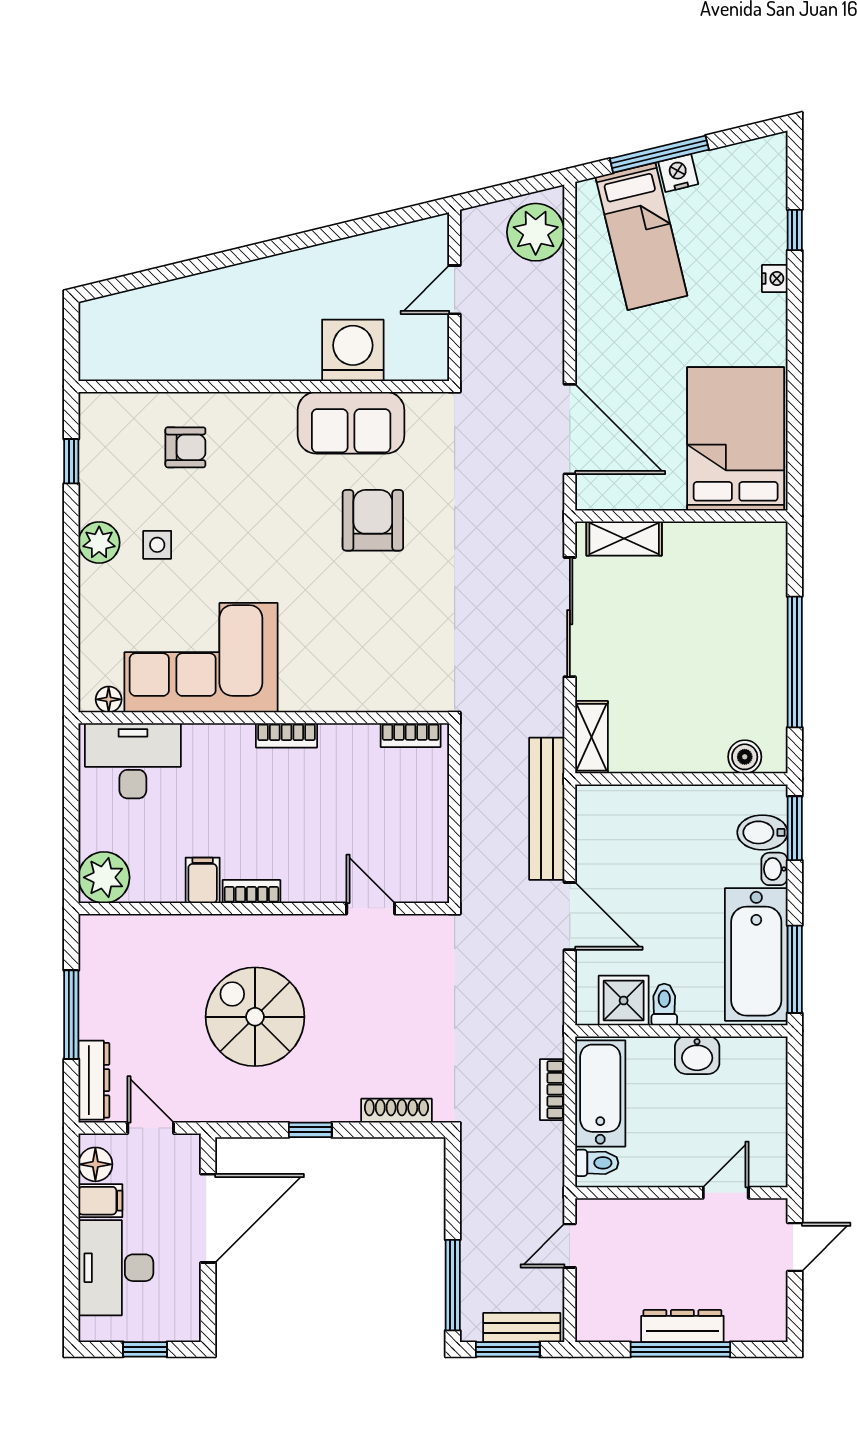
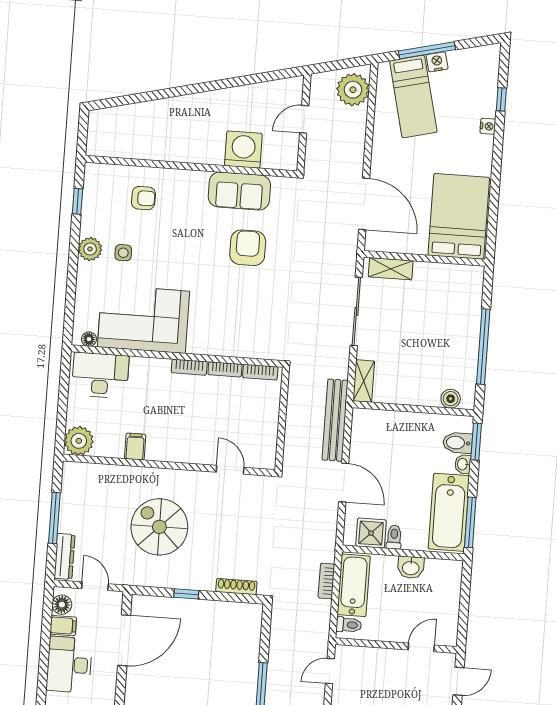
bookcase: (251, 892) -> (225, 369), moved, turned 180

